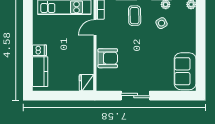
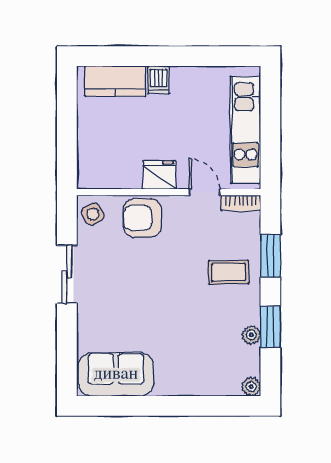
side table: (162, 23) -> (93, 214), moved
armchair: (108, 58) -> (142, 218), turned 90
fridge: (86, 83) -> (159, 175), moved

